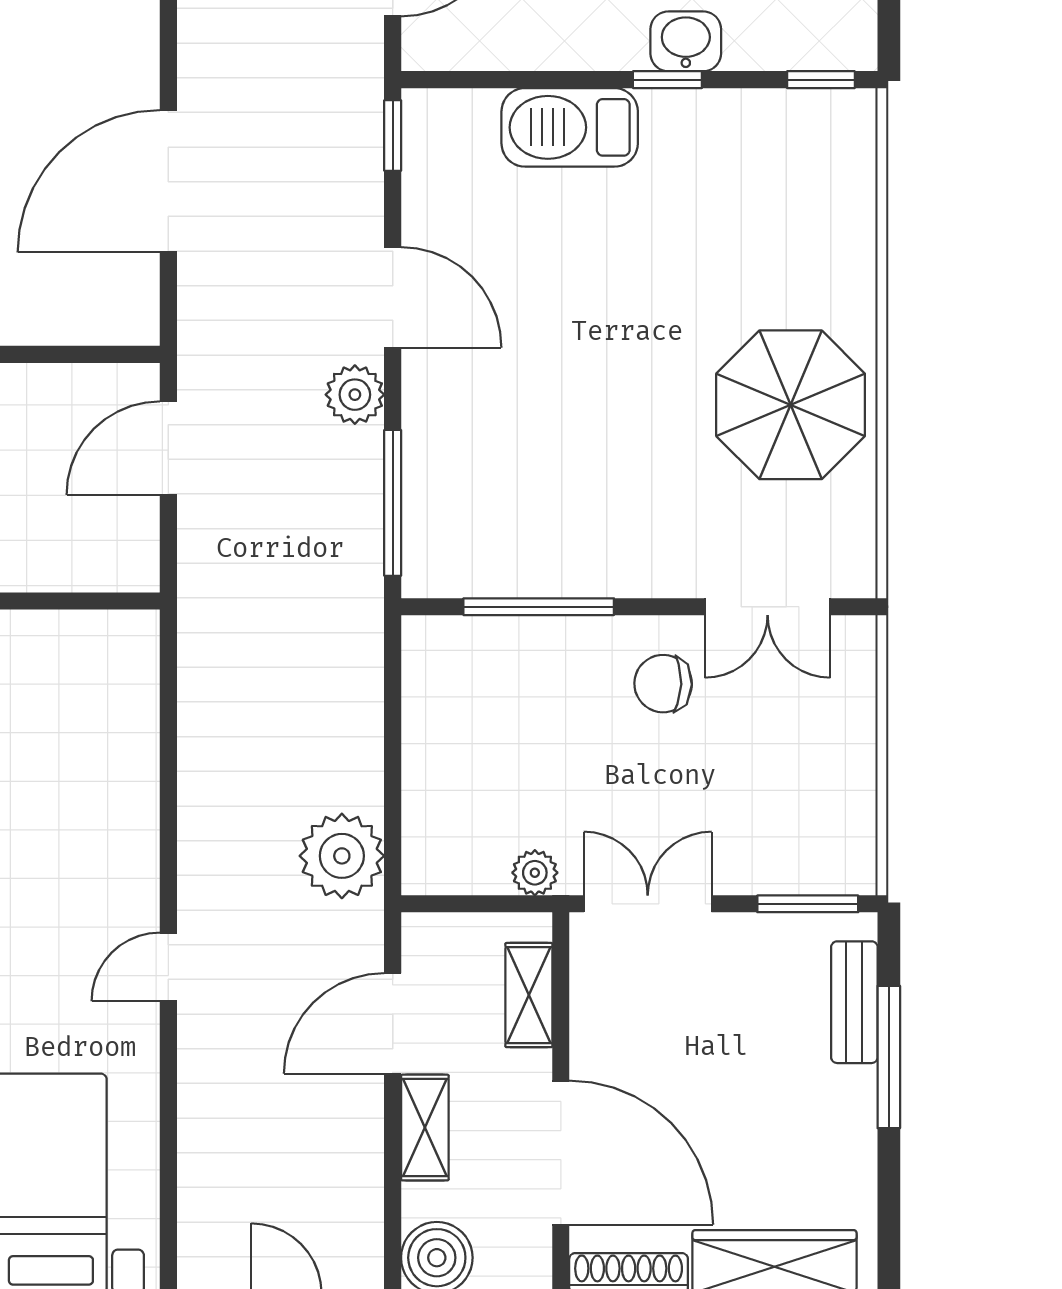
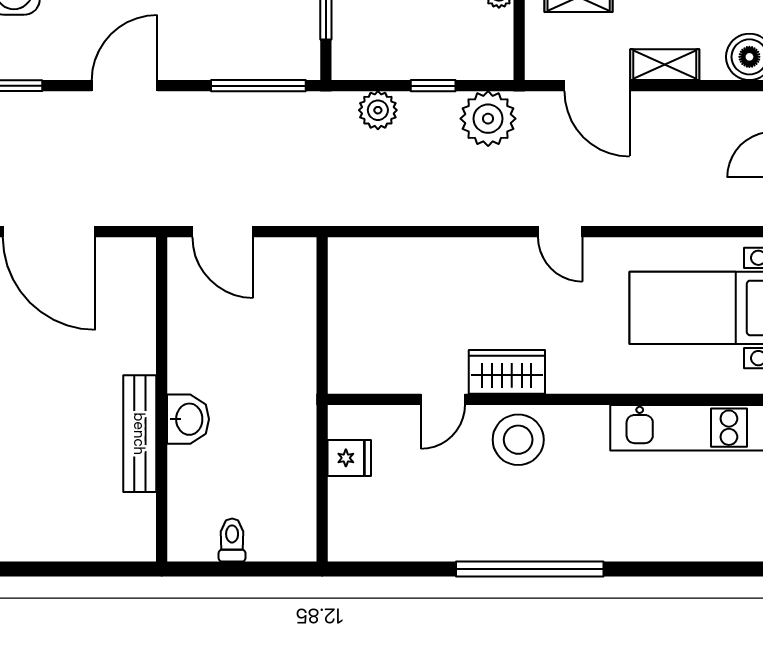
plant: (355, 395) -> (378, 110), moved
window: (393, 772) -> (433, 86), added

